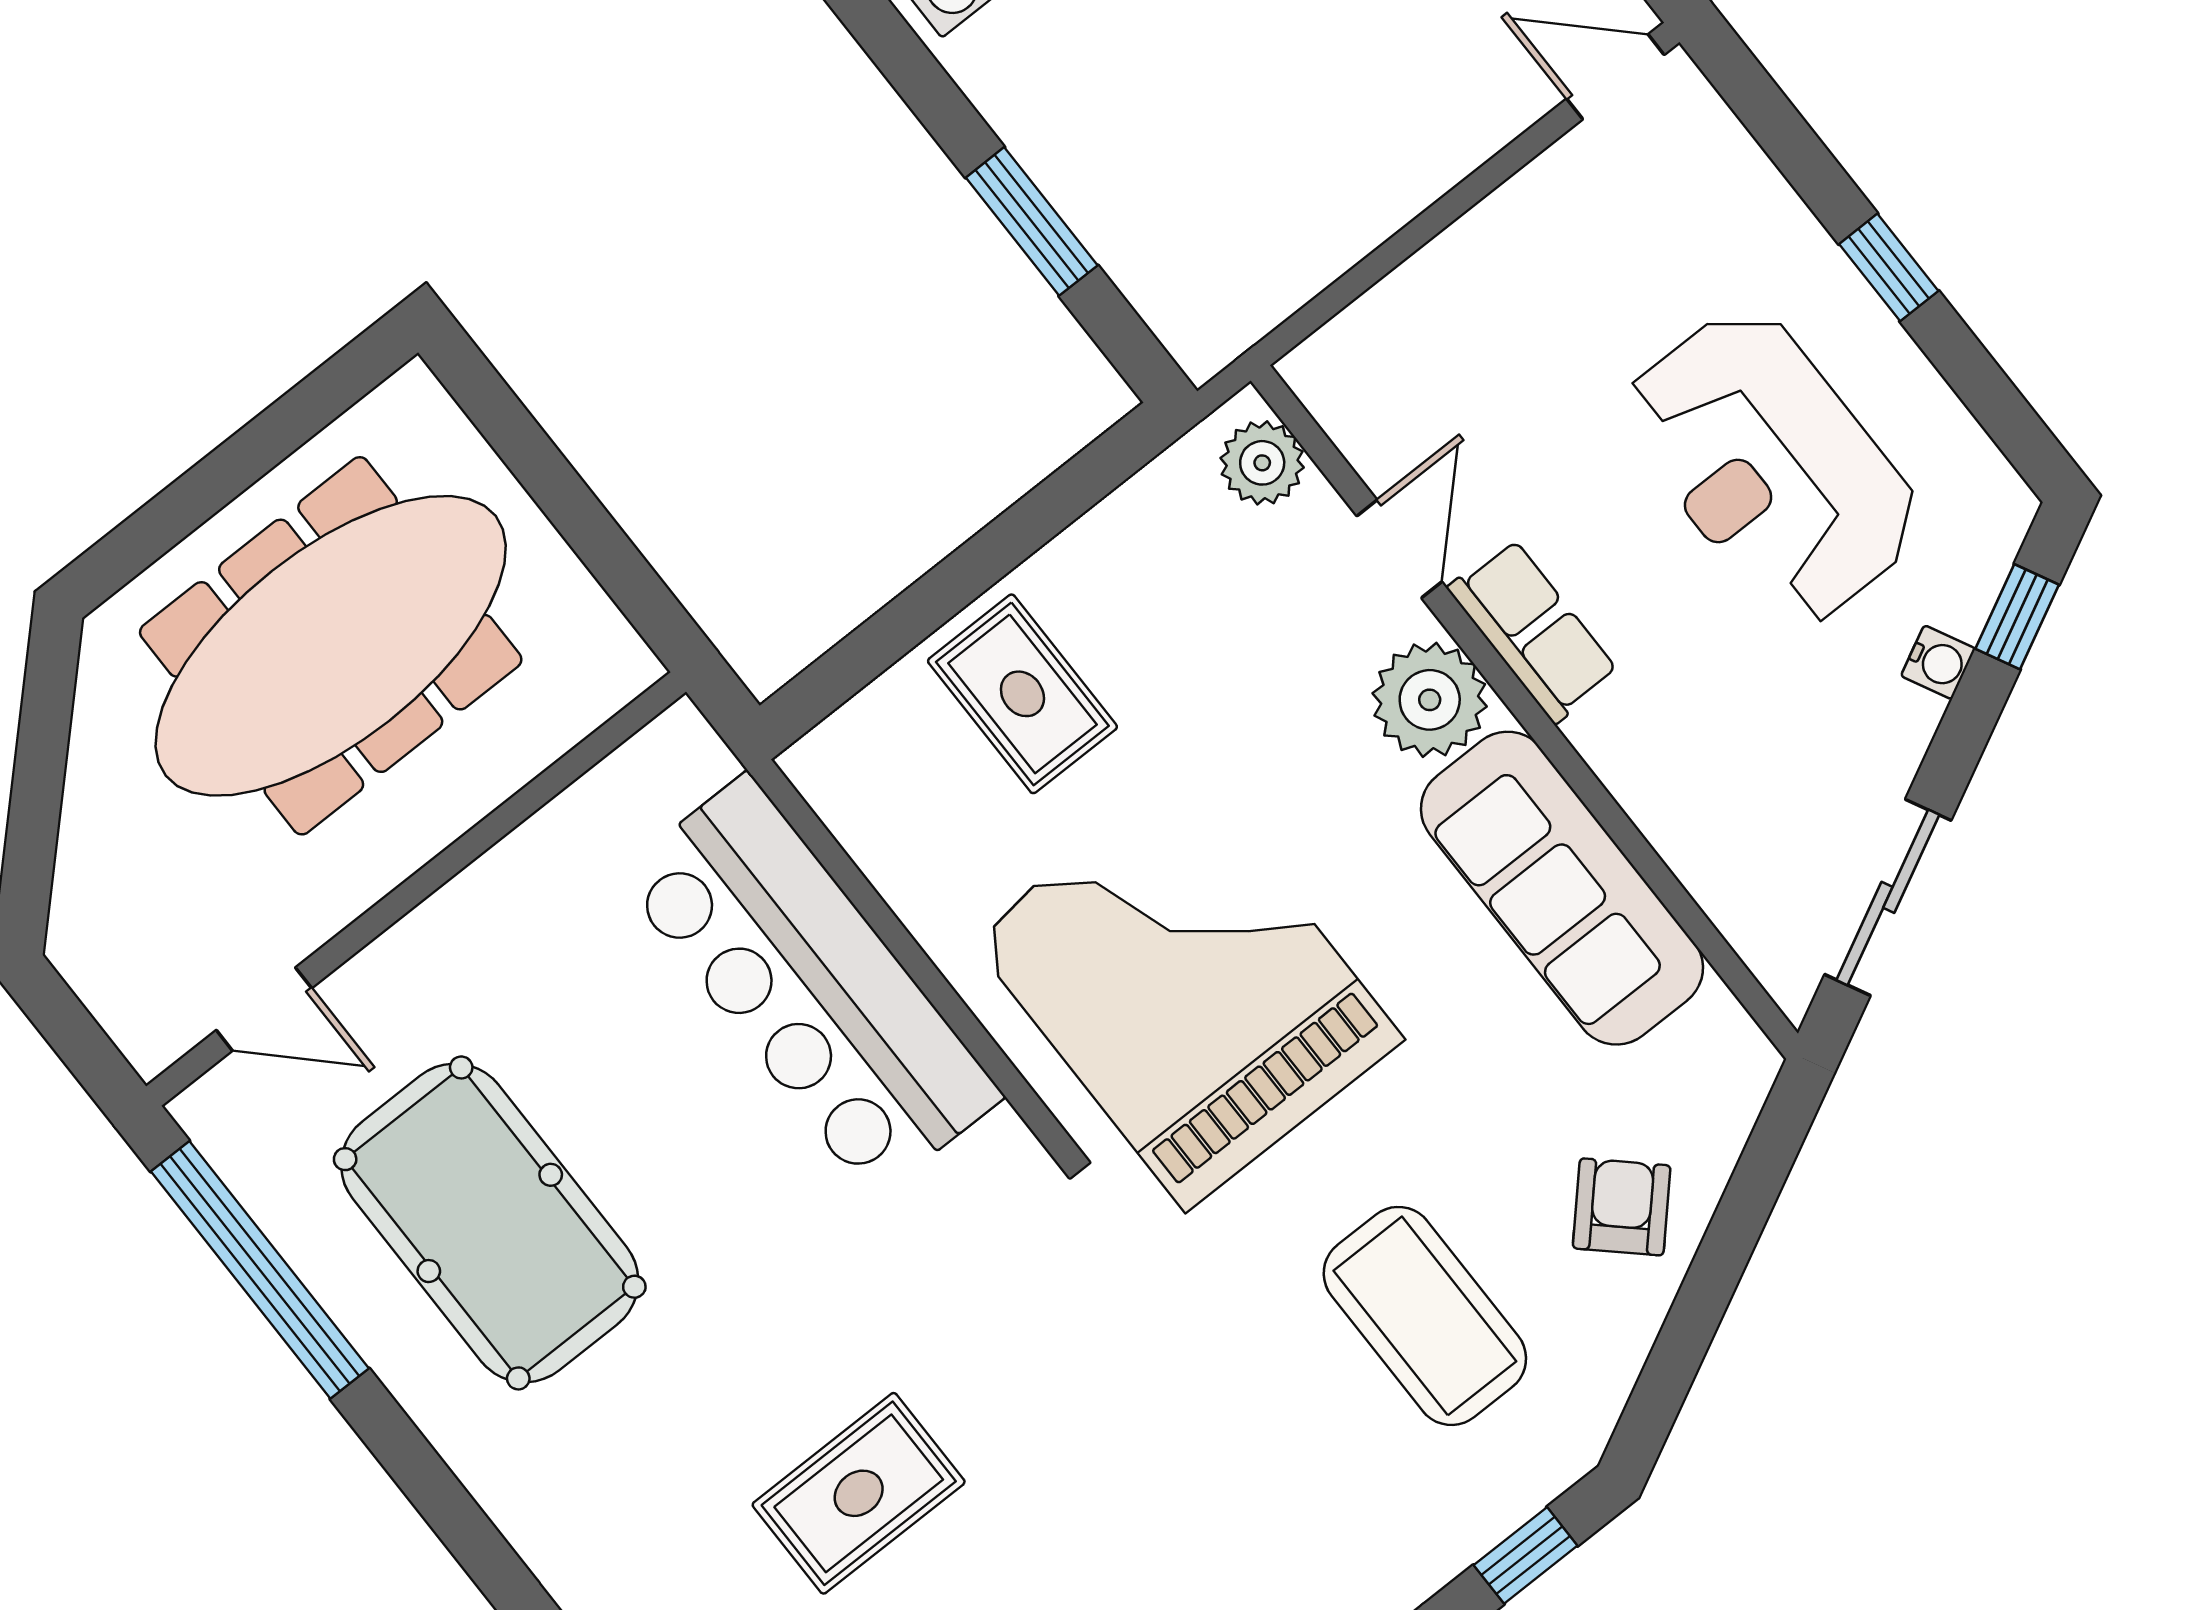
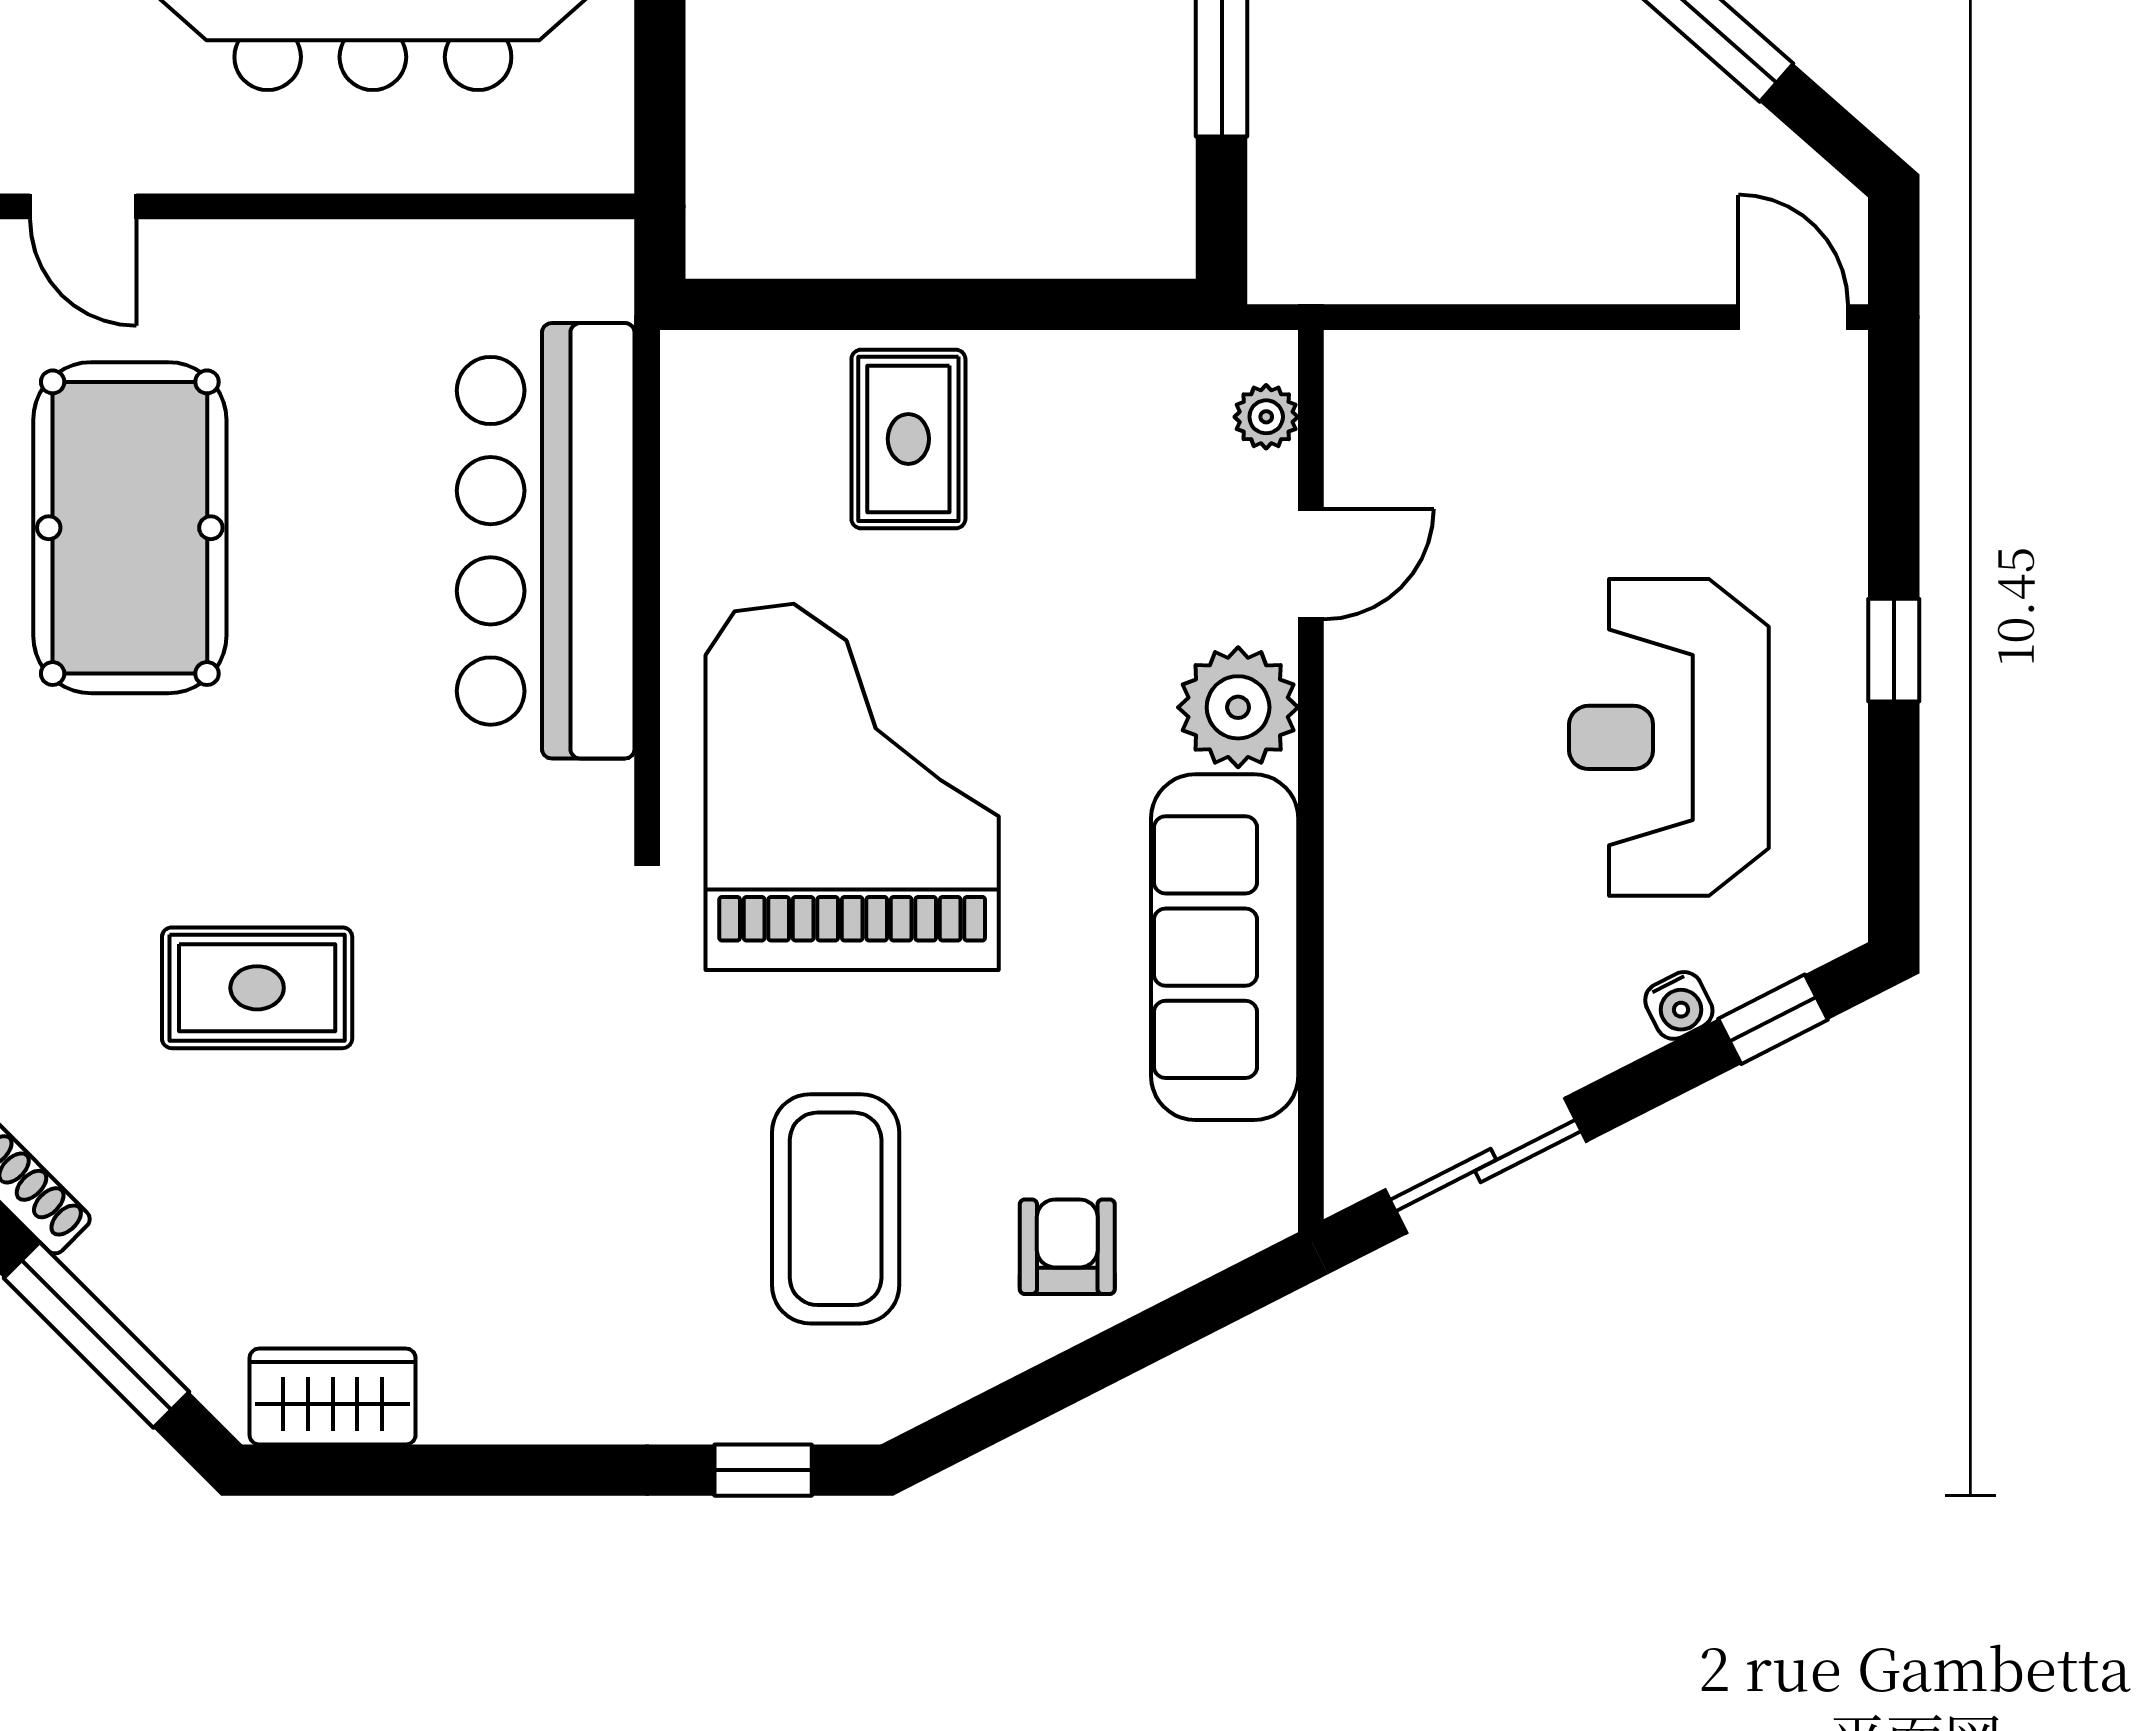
plant: (1262, 463) -> (1266, 417), width x0.73, depth x0.73
row of seats: (1533, 631) -> (1368, 717), removed
armchair: (1622, 1207) -> (1067, 1247), turned -43

